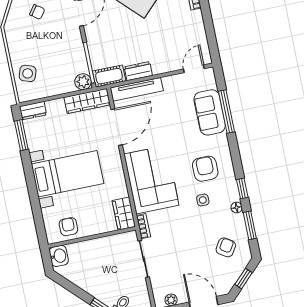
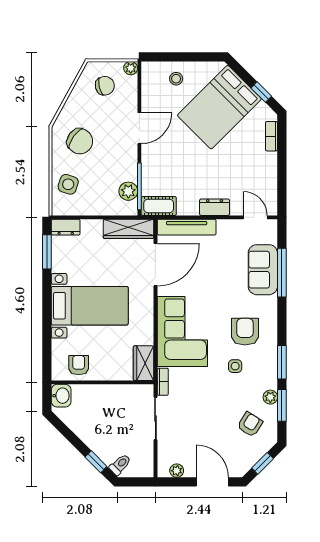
chair: (37, 12) -> (80, 141), moved, width x1.87, depth x1.87
door: (194, 69) -> (255, 217), hinge flipped
dresser: (138, 71) -> (215, 207), moved
plant: (83, 82) -> (128, 191), moved
window: (242, 188) -> (282, 362), width x1.50
floor lamp: (237, 207) -> (271, 382), removed
plant: (238, 220) -> (270, 397), added

